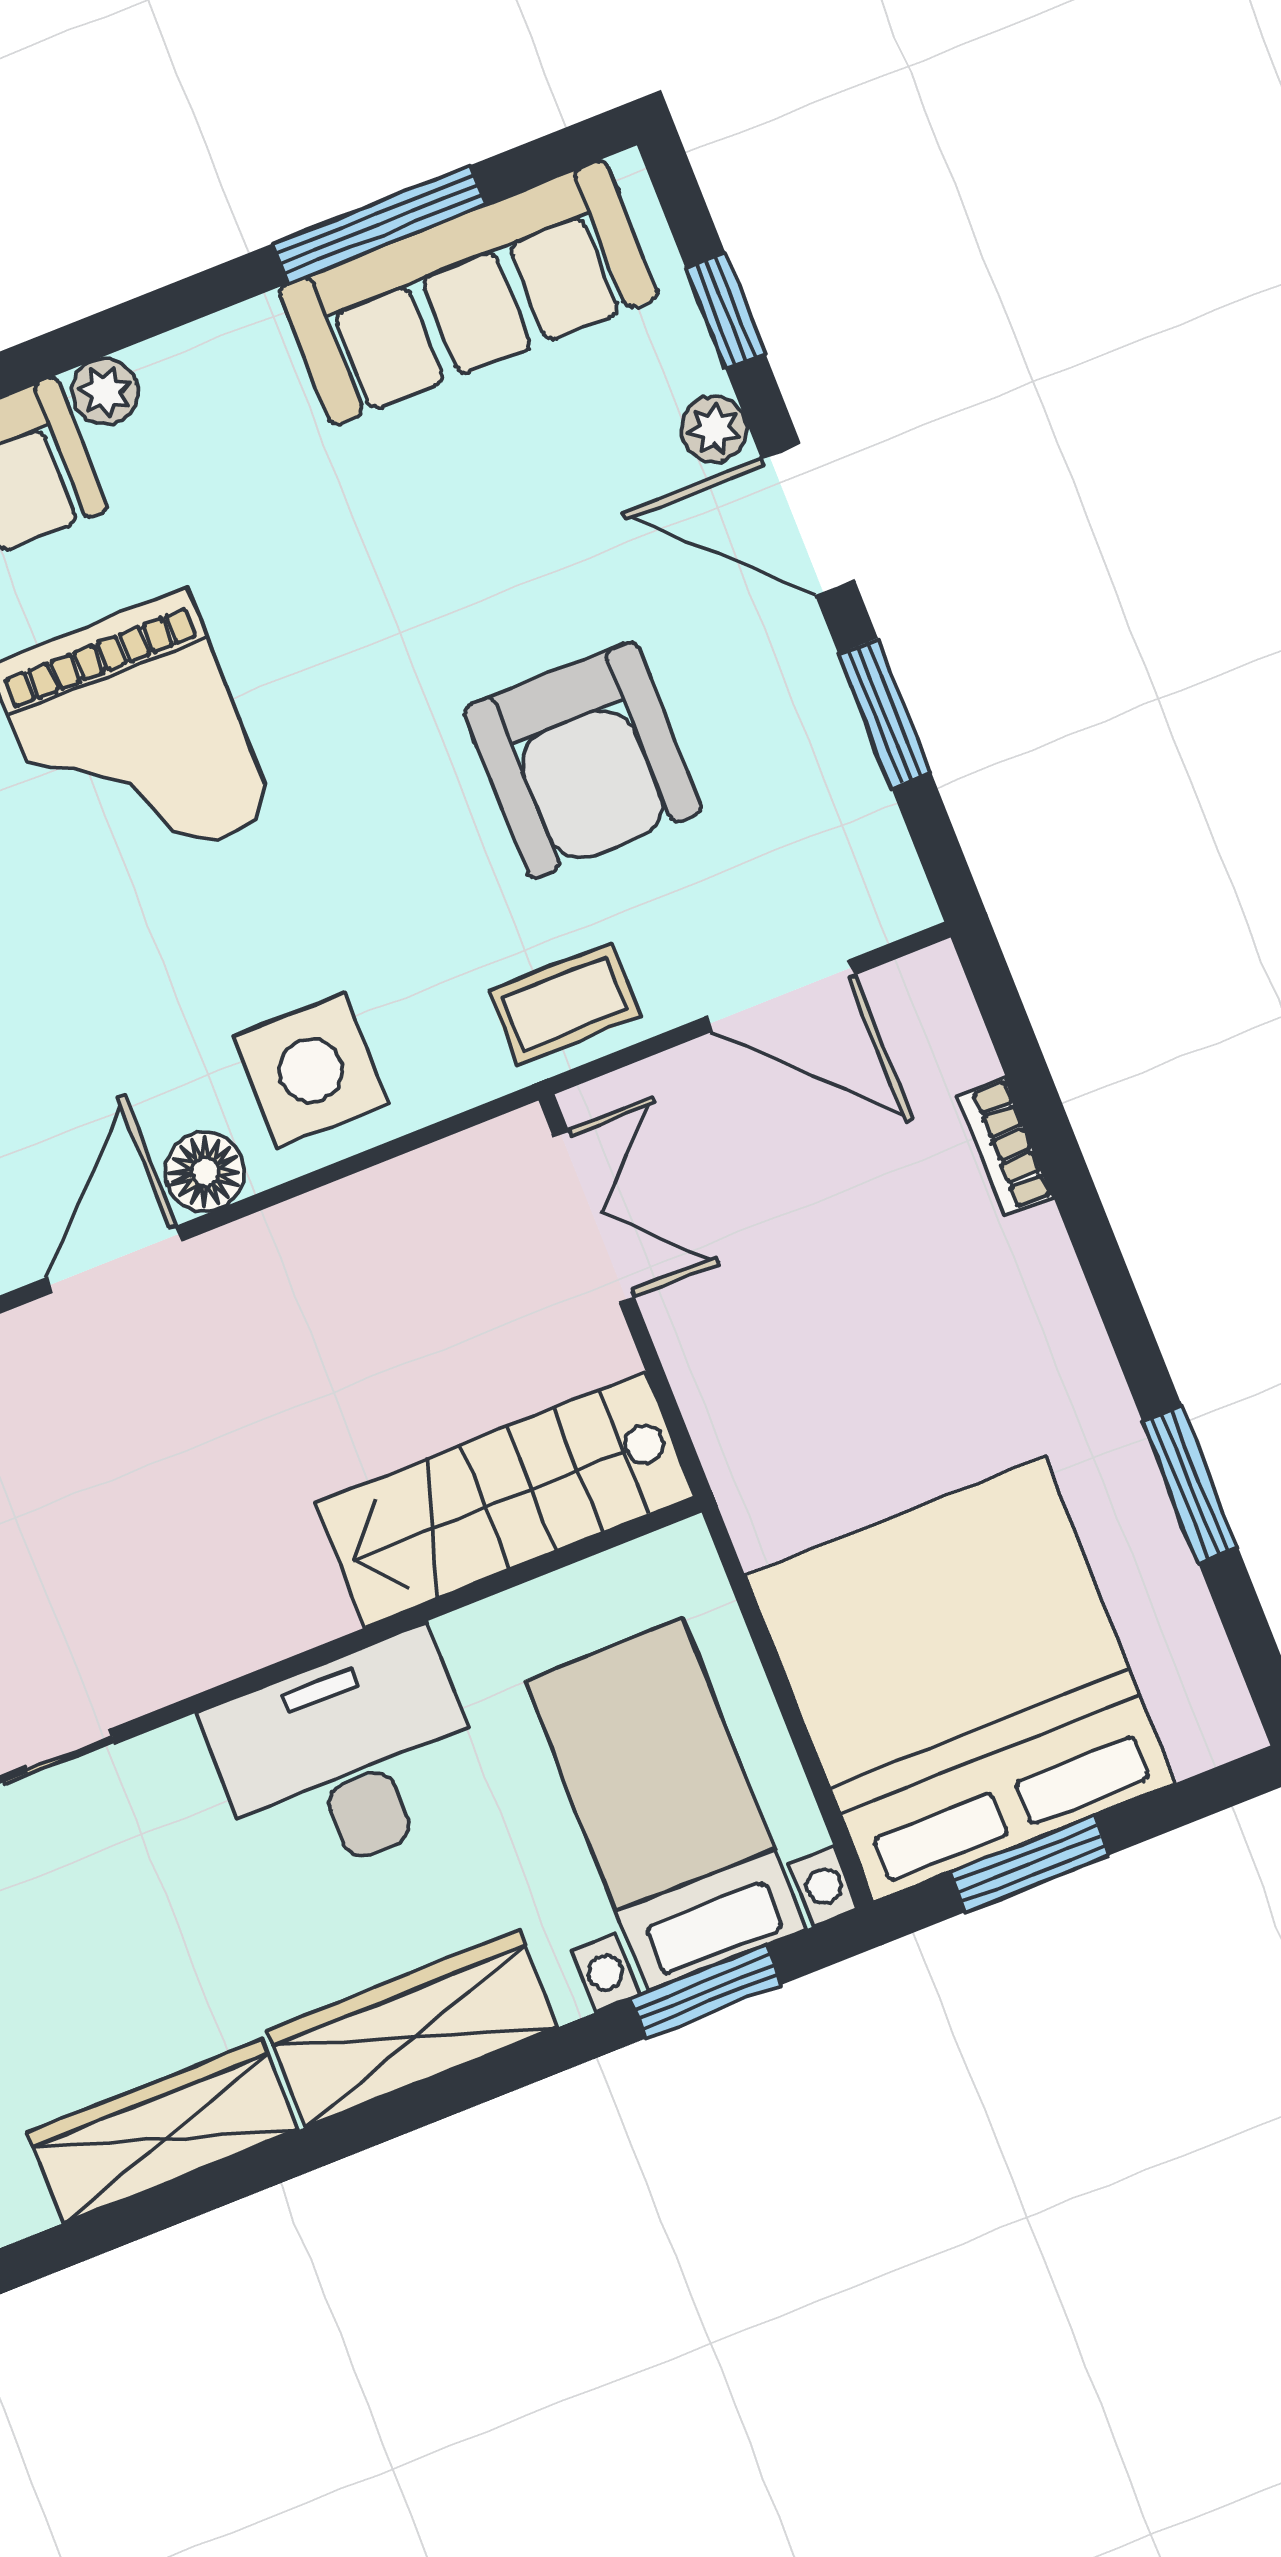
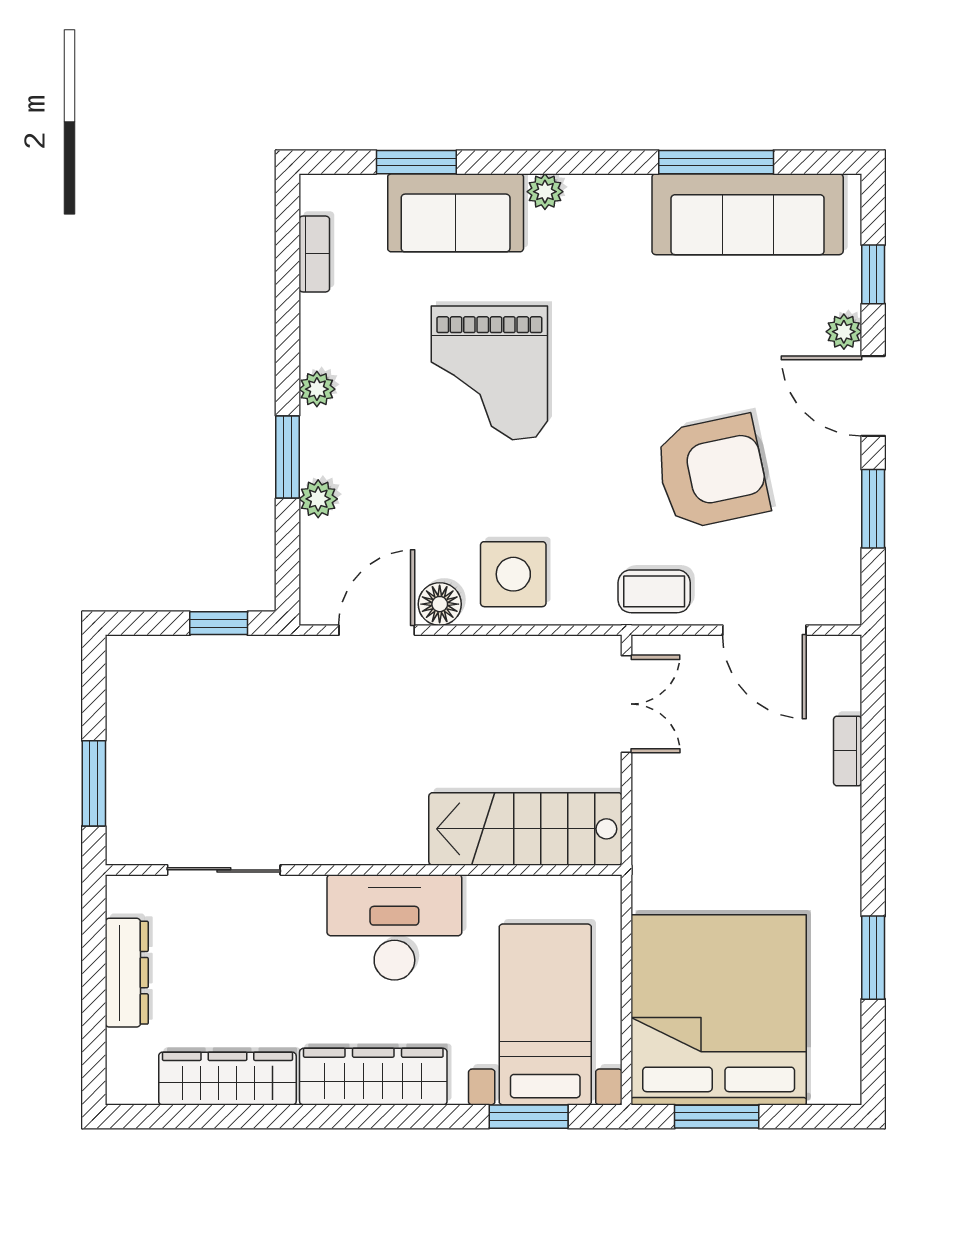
armchair: (583, 760) -> (712, 472), turned -102

